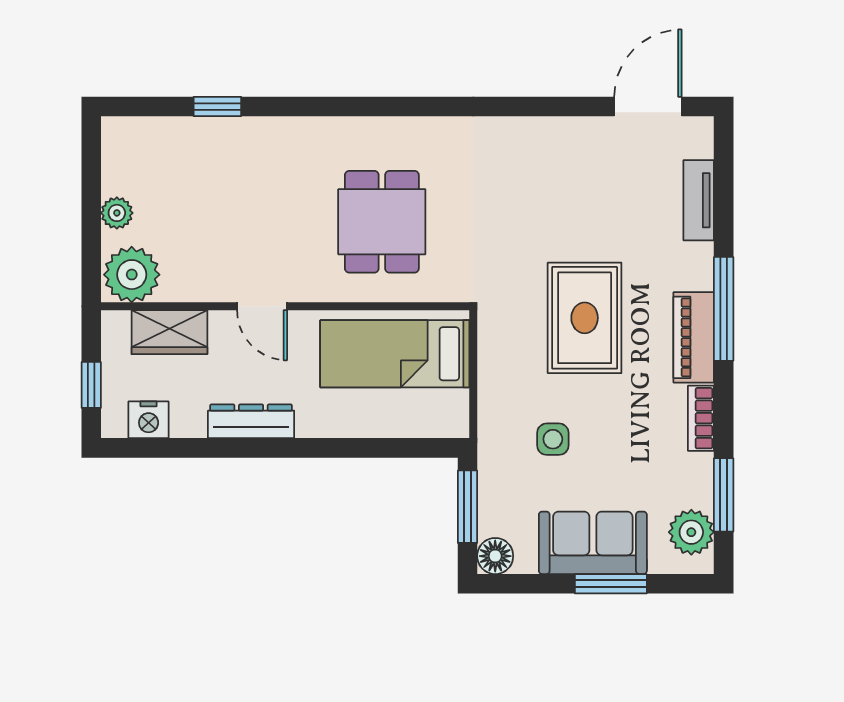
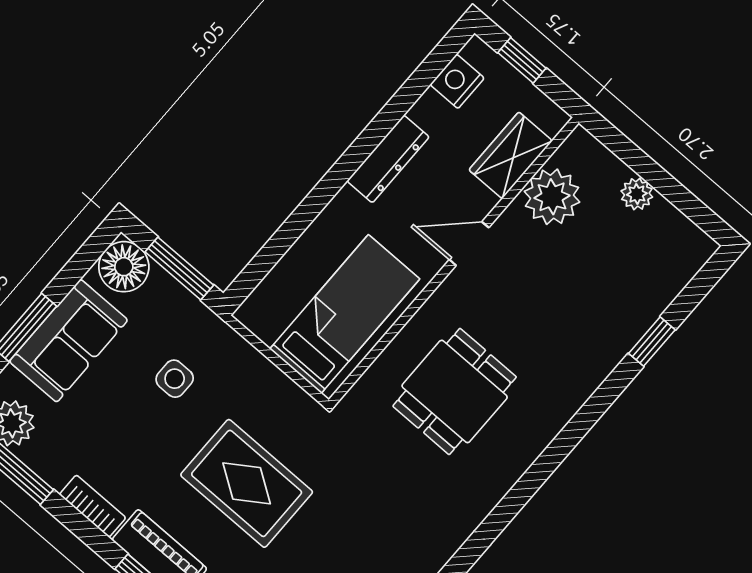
dining table: (382, 222) -> (455, 391), turned 90
plant: (132, 275) -> (552, 197), moved
floor lamp: (495, 556) -> (124, 267), width x1.38, depth x1.38

